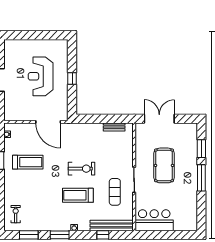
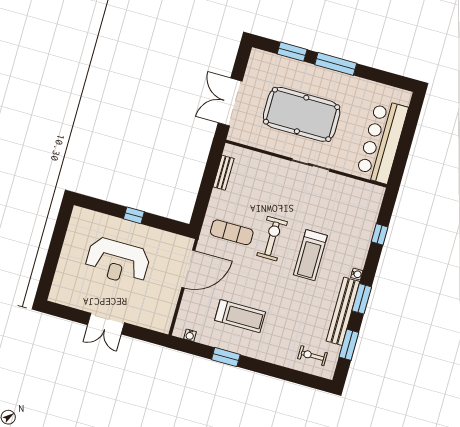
treadmill: (28, 162) -> (240, 316), turned 90
pool table: (164, 165) -> (302, 114), width x1.36, depth x1.32
exercise mat: (115, 192) -> (232, 232), moved
bar counter: (154, 220) -> (382, 142), width x1.36
bench: (112, 225) -> (343, 311), moved

